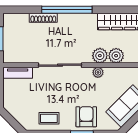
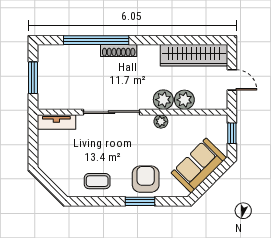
window: (67, 10) -> (96, 40), moved
shoe rack: (43, 18) -> (119, 51), moved

